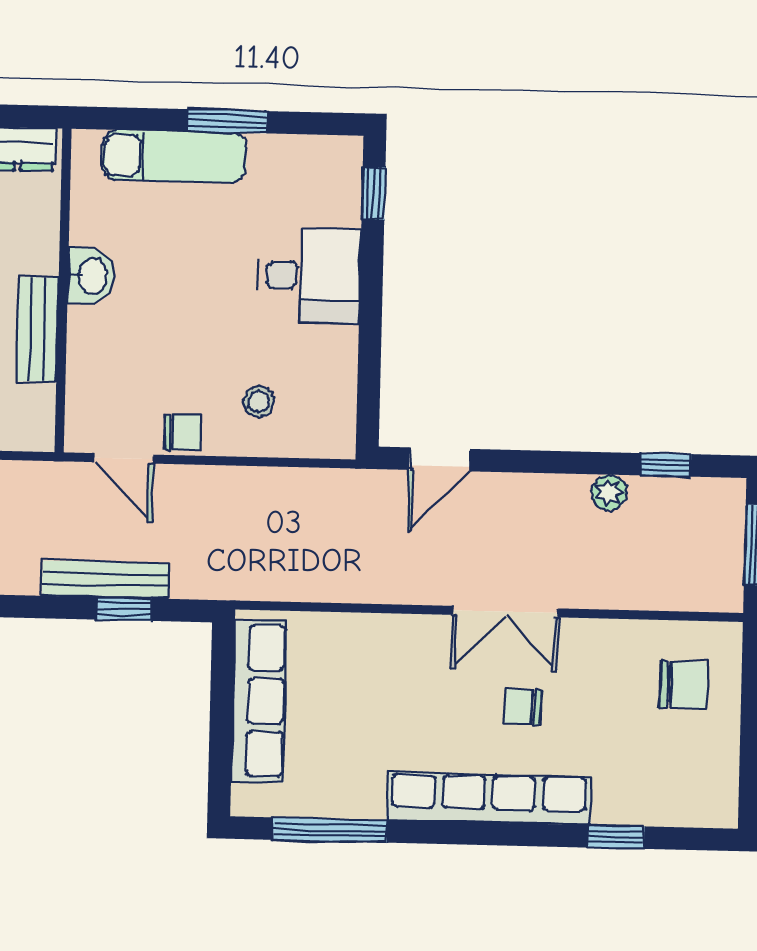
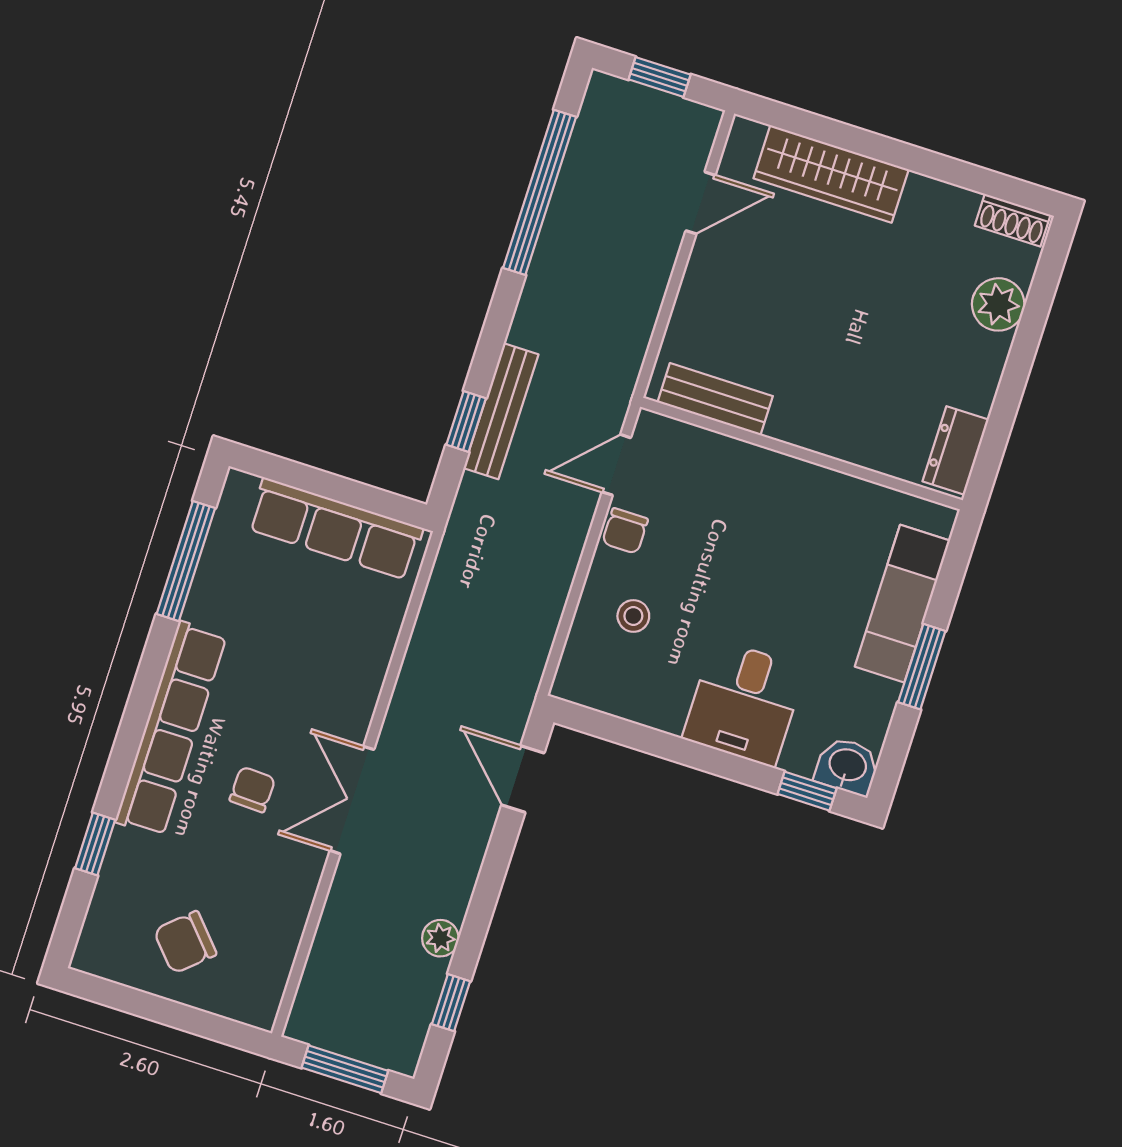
washbasin: (91, 276) -> (847, 766), moved, turned 180
bench: (38, 329) -> (715, 399), moved
chair: (684, 685) -> (185, 942), moved, turned 48

